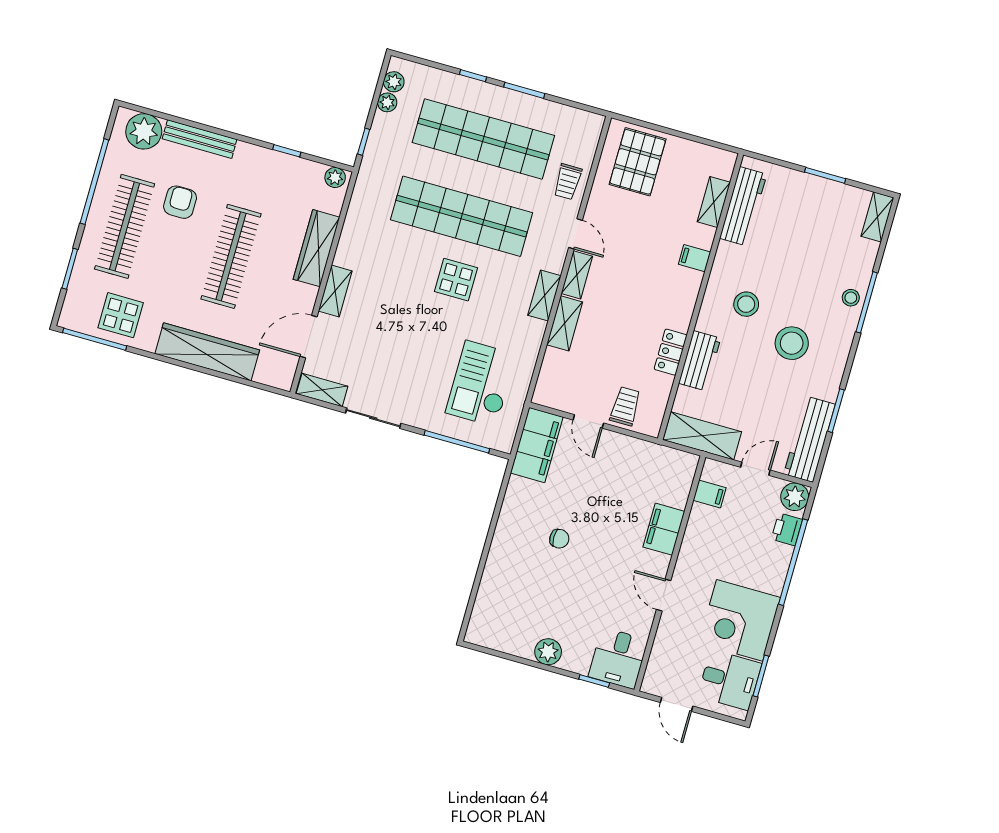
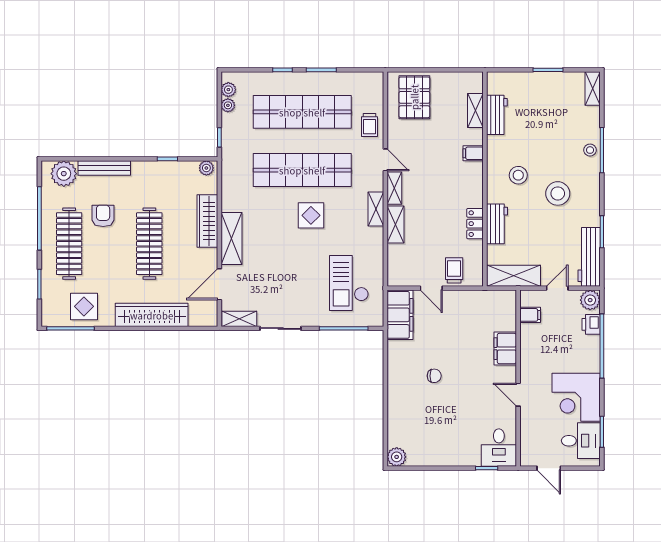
workbench: (743, 206) -> (497, 115), width x0.73
shelving: (335, 291) -> (231, 238), width x1.50, depth x1.33
plant: (548, 652) -> (397, 457), moved

